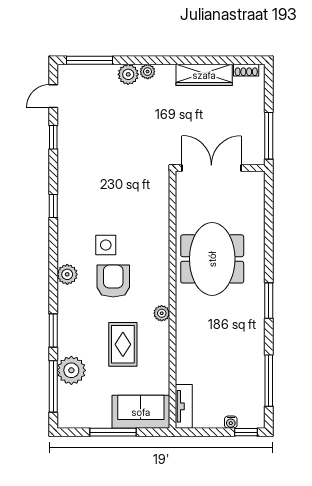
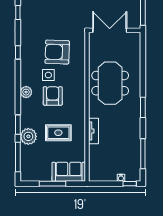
armchair: (121, 205) -> (57, 52), added
plant: (162, 313) -> (81, 115), removed
rug: (123, 344) -> (58, 133), turned 90
plant: (71, 370) -> (28, 136), moved
tv unit: (184, 406) -> (94, 131), moved

